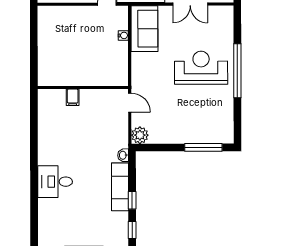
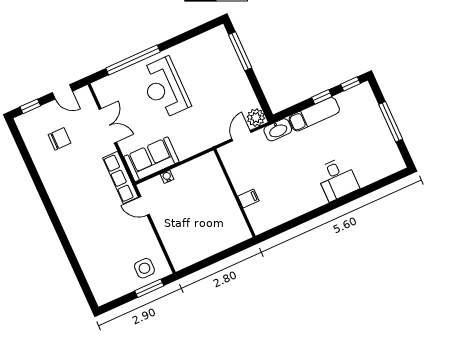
window: (237, 71) -> (133, 60), moved
door: (130, 103) -> (241, 136), moved
washbasin: (123, 155) -> (278, 130), width x1.91, depth x1.45

